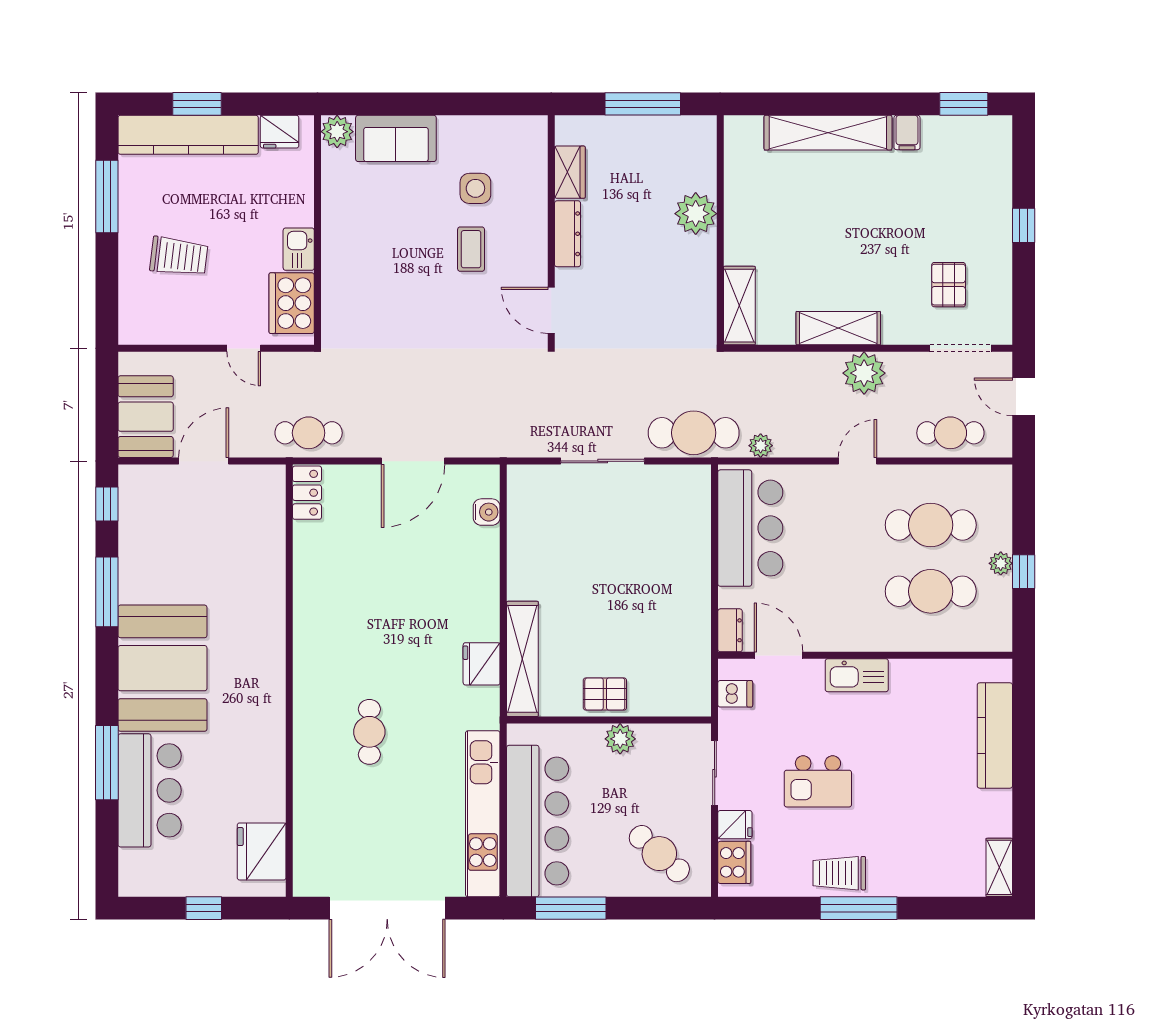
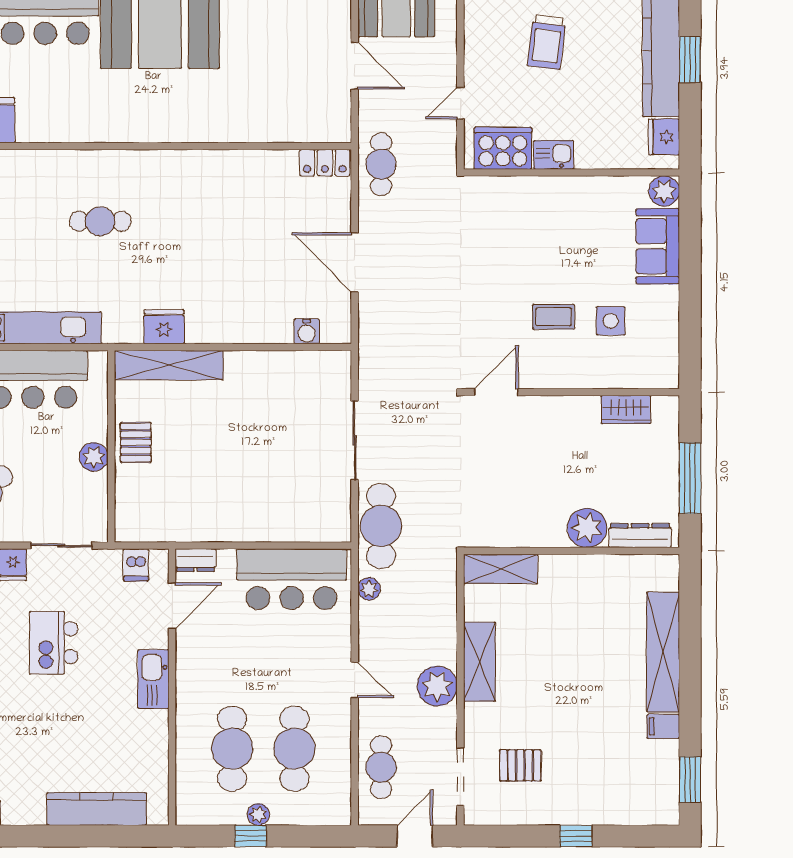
dresser: (568, 234) -> (640, 536), moved, turned 180

